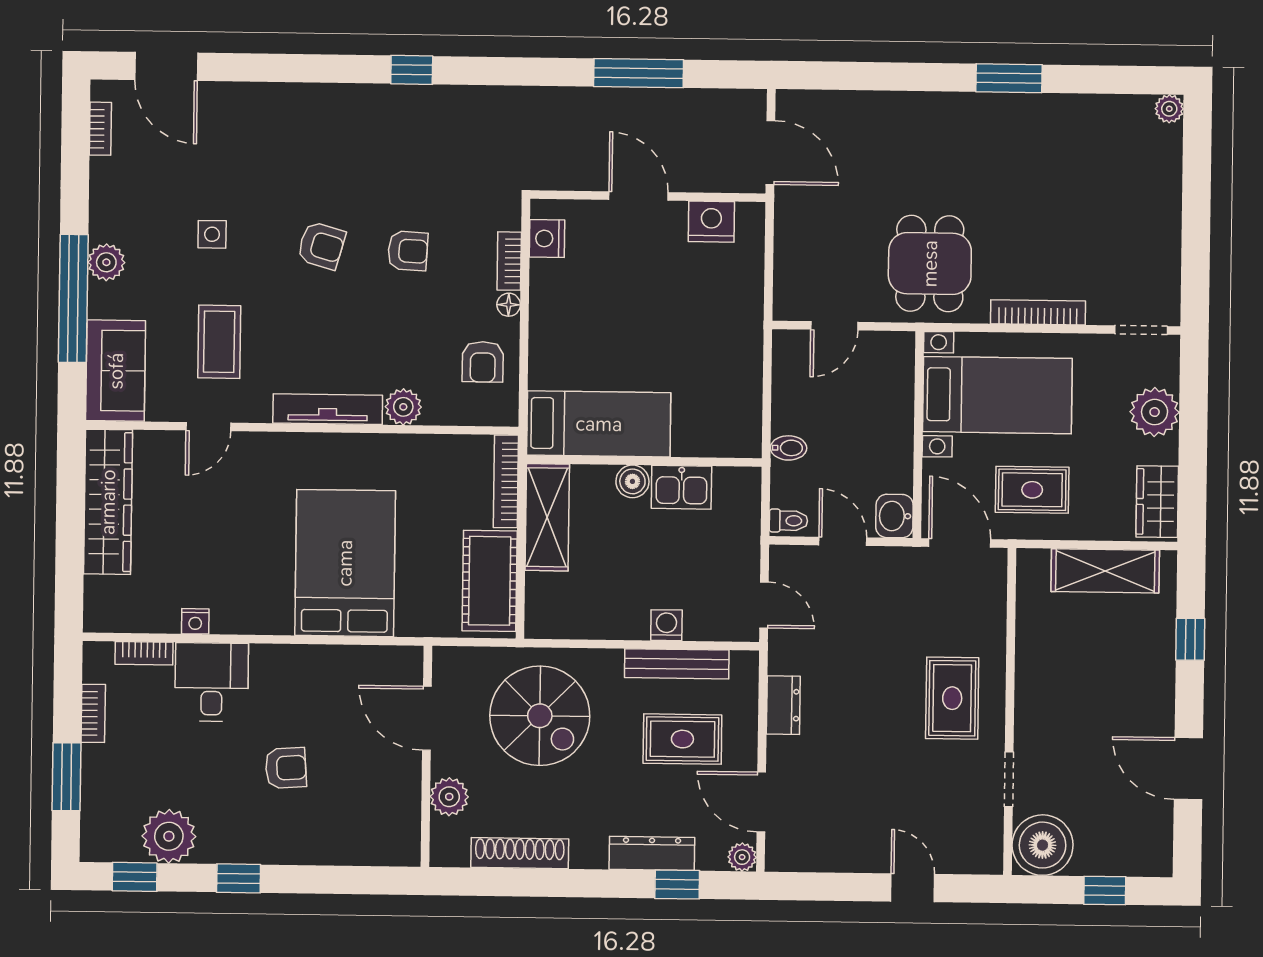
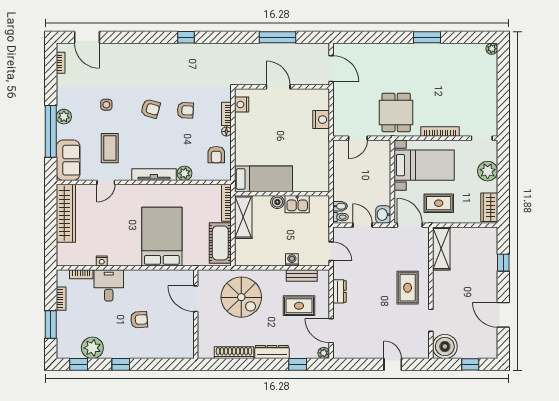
nightstand: (711, 222) -> (321, 120), moved, turned 90
bidet: (789, 448) -> (340, 206), moved
shelving: (1105, 571) -> (441, 248), moved, turned 90
bench: (677, 664) -> (302, 275), width x0.73
plant: (449, 797) -> (205, 330), removed
dresser: (652, 853) -> (272, 352), moved

